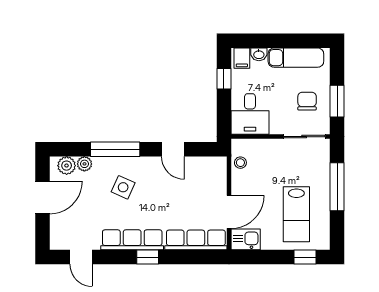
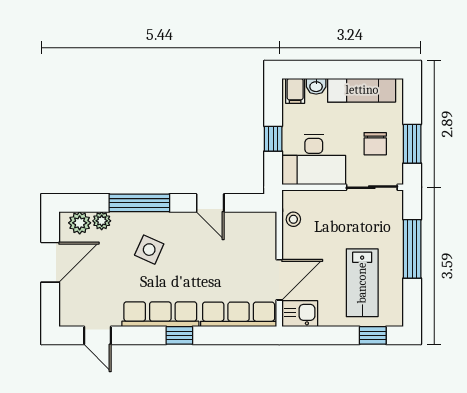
window: (224, 79) -> (273, 139), moved
chair: (307, 101) -> (375, 144), turned 180
desk: (250, 114) -> (314, 159), width x1.37

